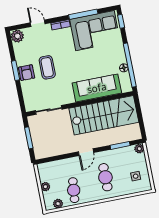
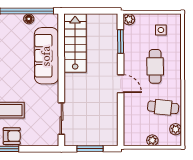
stairs: (104, 115) -> (75, 43), width x0.73, depth x0.66
cafe table: (105, 177) -> (155, 66), turned 90

